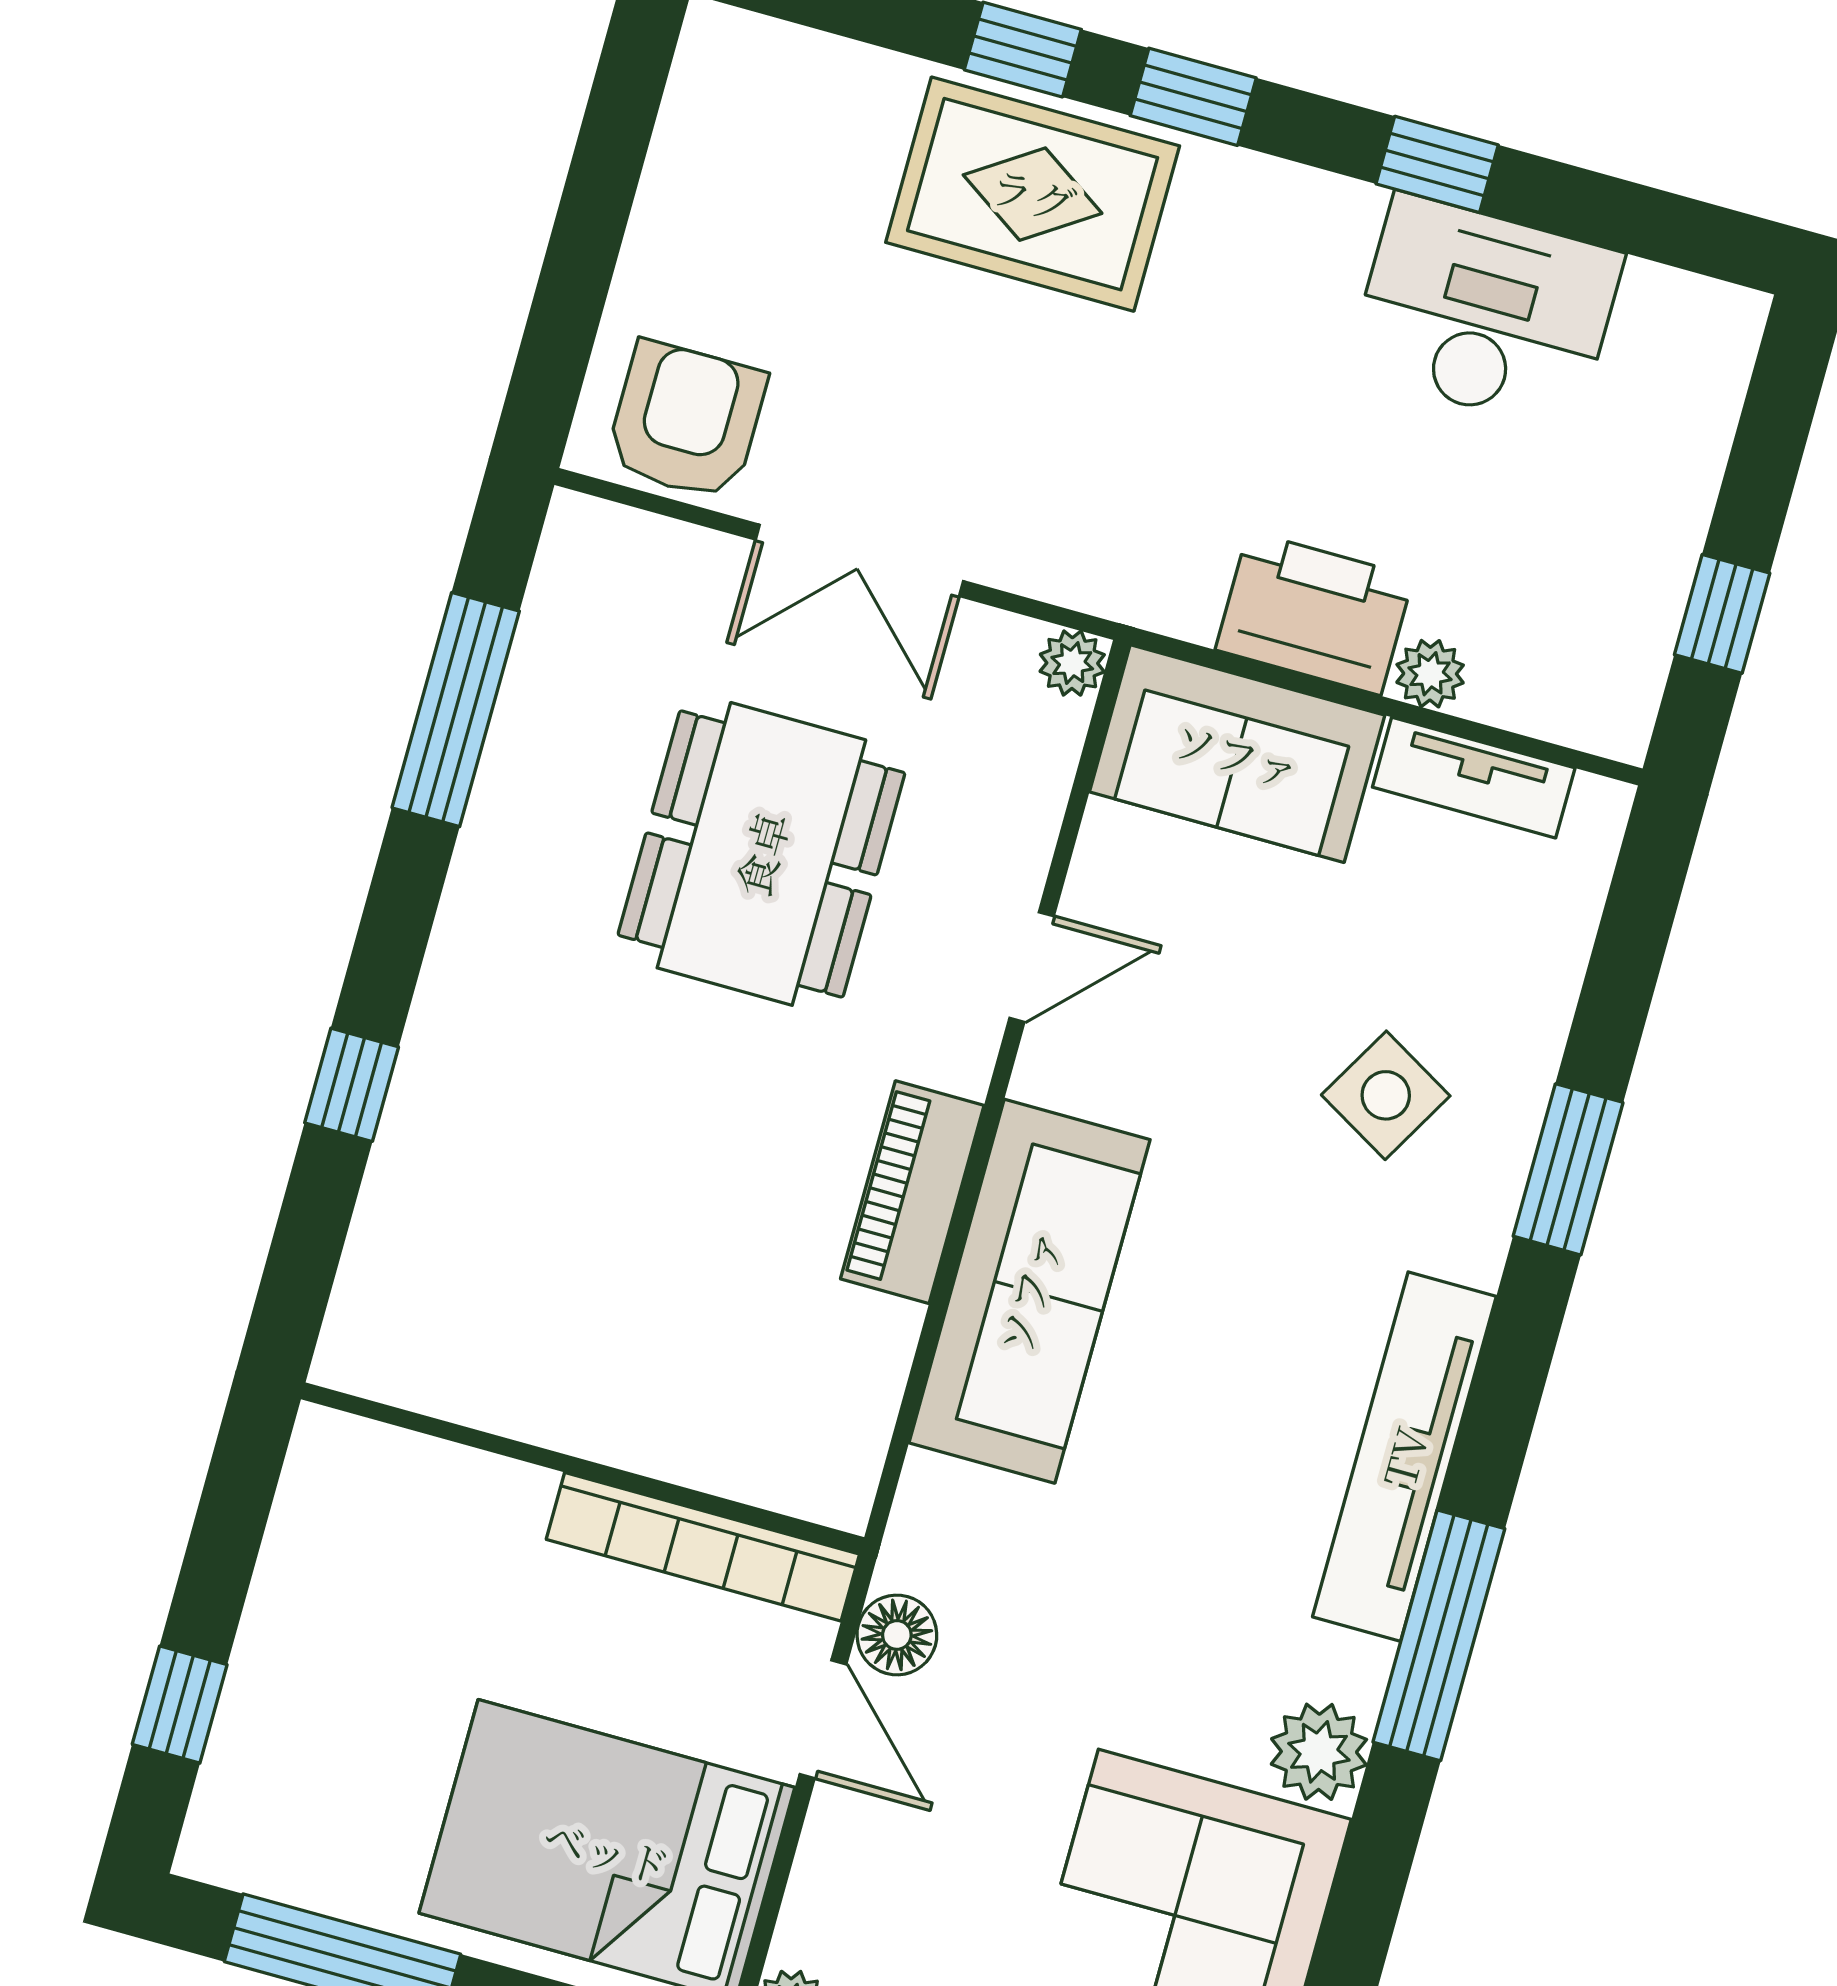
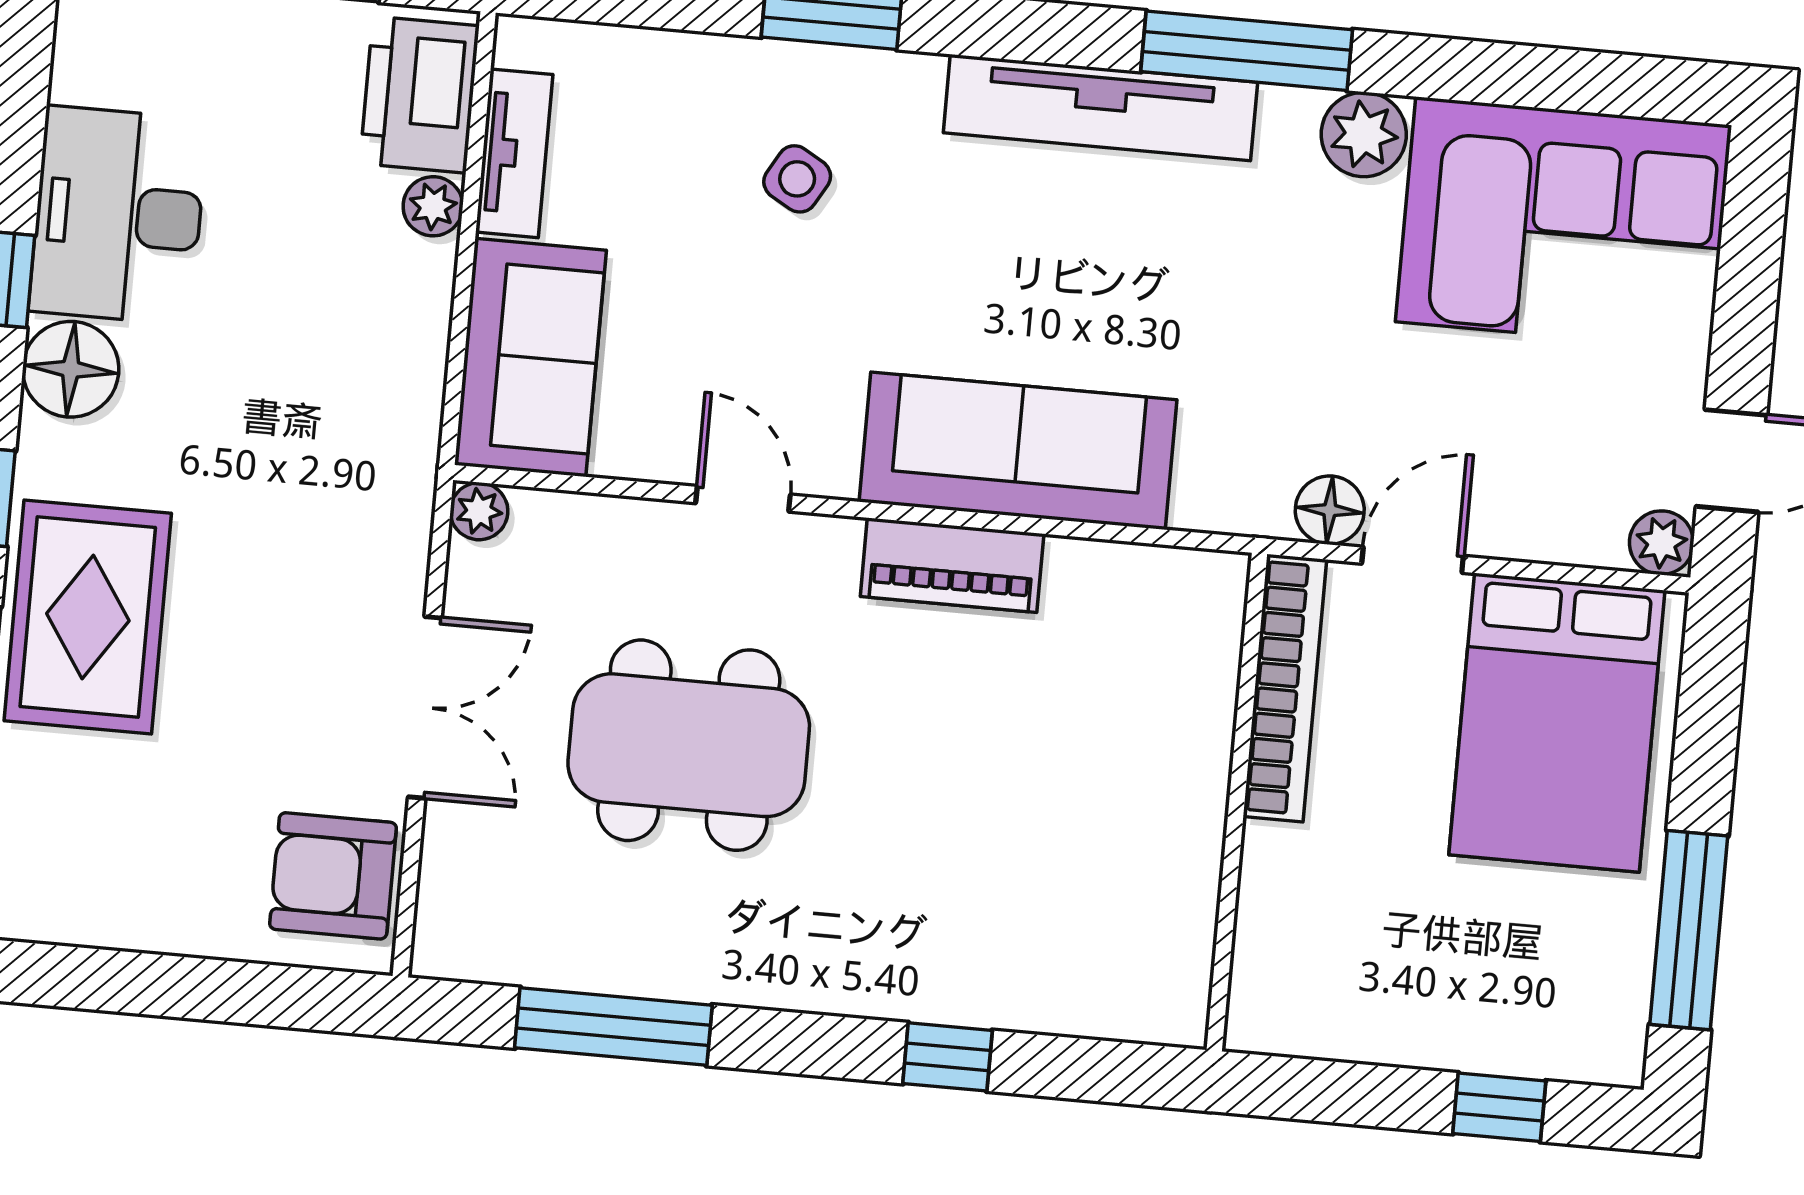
floor lamp: (1319, 226) -> (71, 369), added
printer: (1314, 613) -> (419, 95), moved
side table: (1386, 1095) -> (797, 179), width x0.73, depth x0.73

